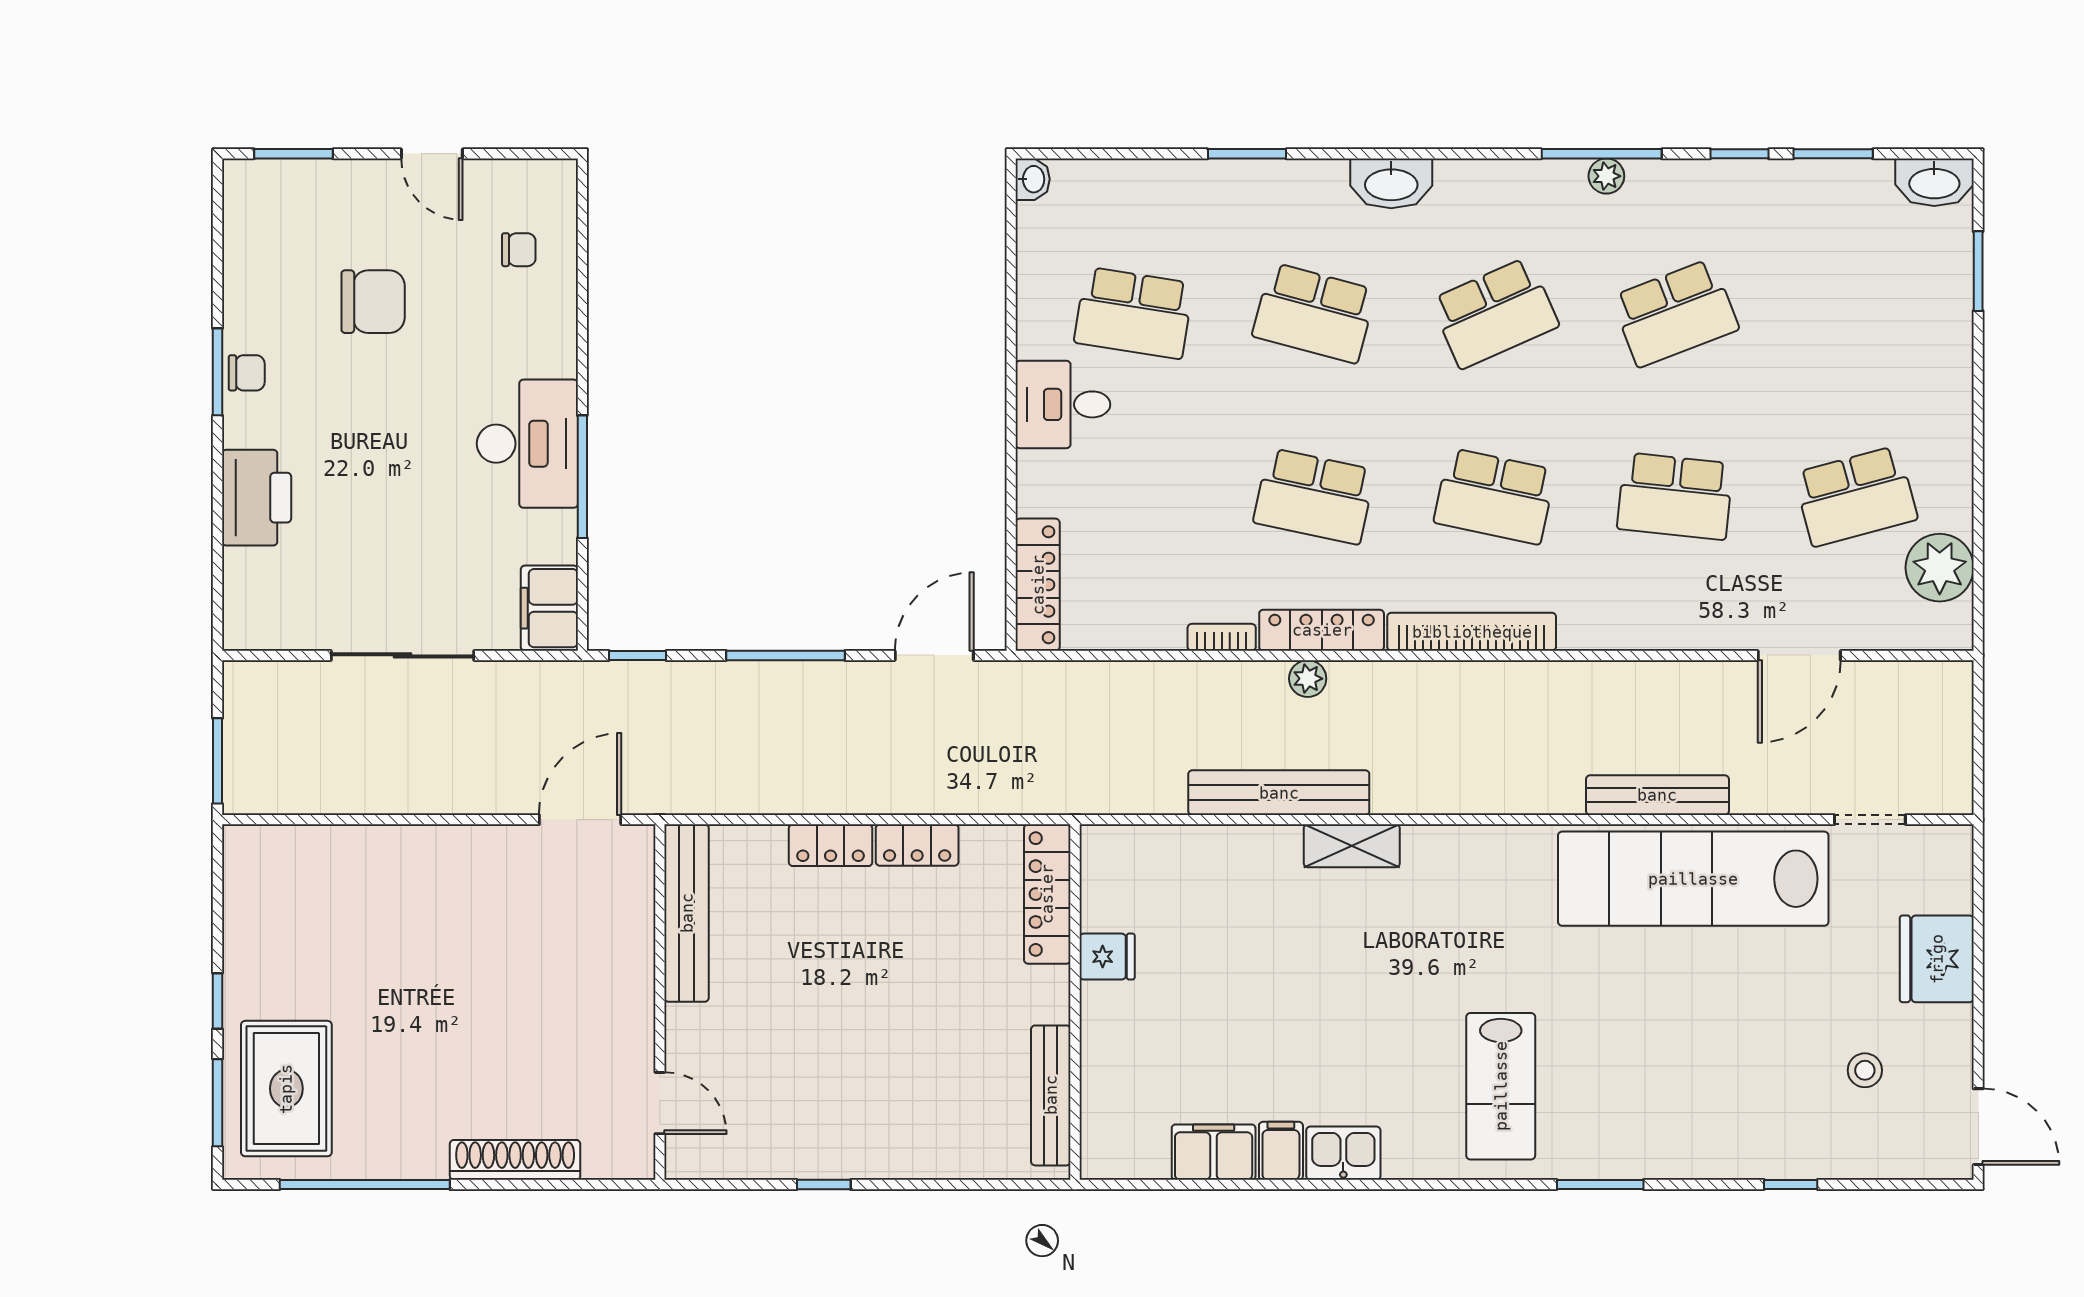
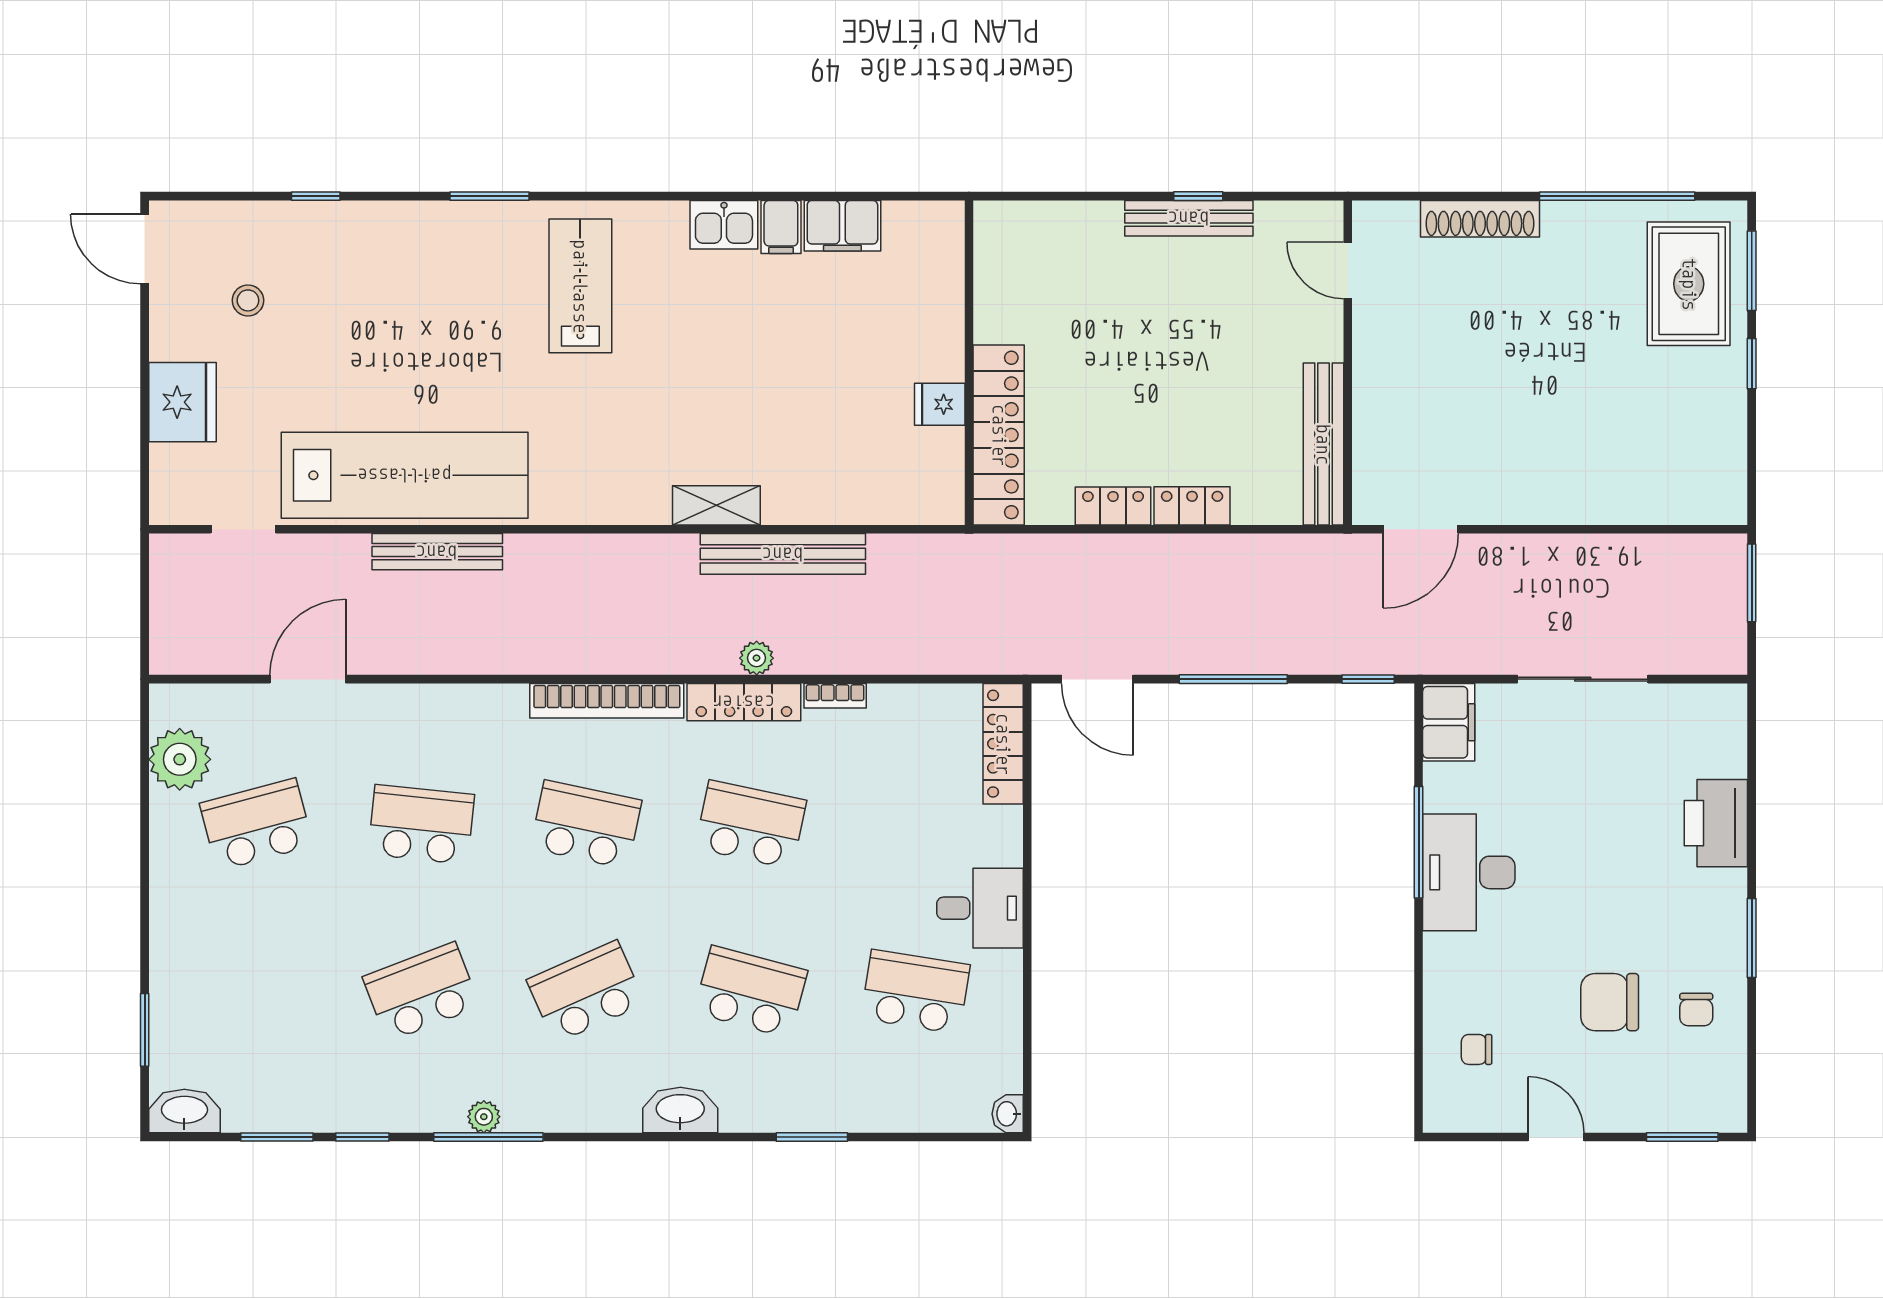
chair: (247, 373) -> (1696, 1010), moved, turned -90
door: (934, 655) -> (1097, 679), hinge flipped
locker: (1047, 894) -> (999, 435), width x1.41, depth x1.21
bench: (1051, 1095) -> (1189, 218), moved, turned 90

